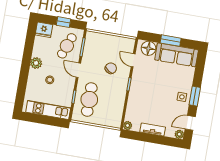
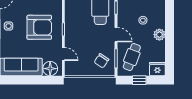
window: (171, 41) -> (29, 80), removed
chair: (111, 68) -> (101, 61), moved
armchair: (152, 90) -> (39, 27), added

